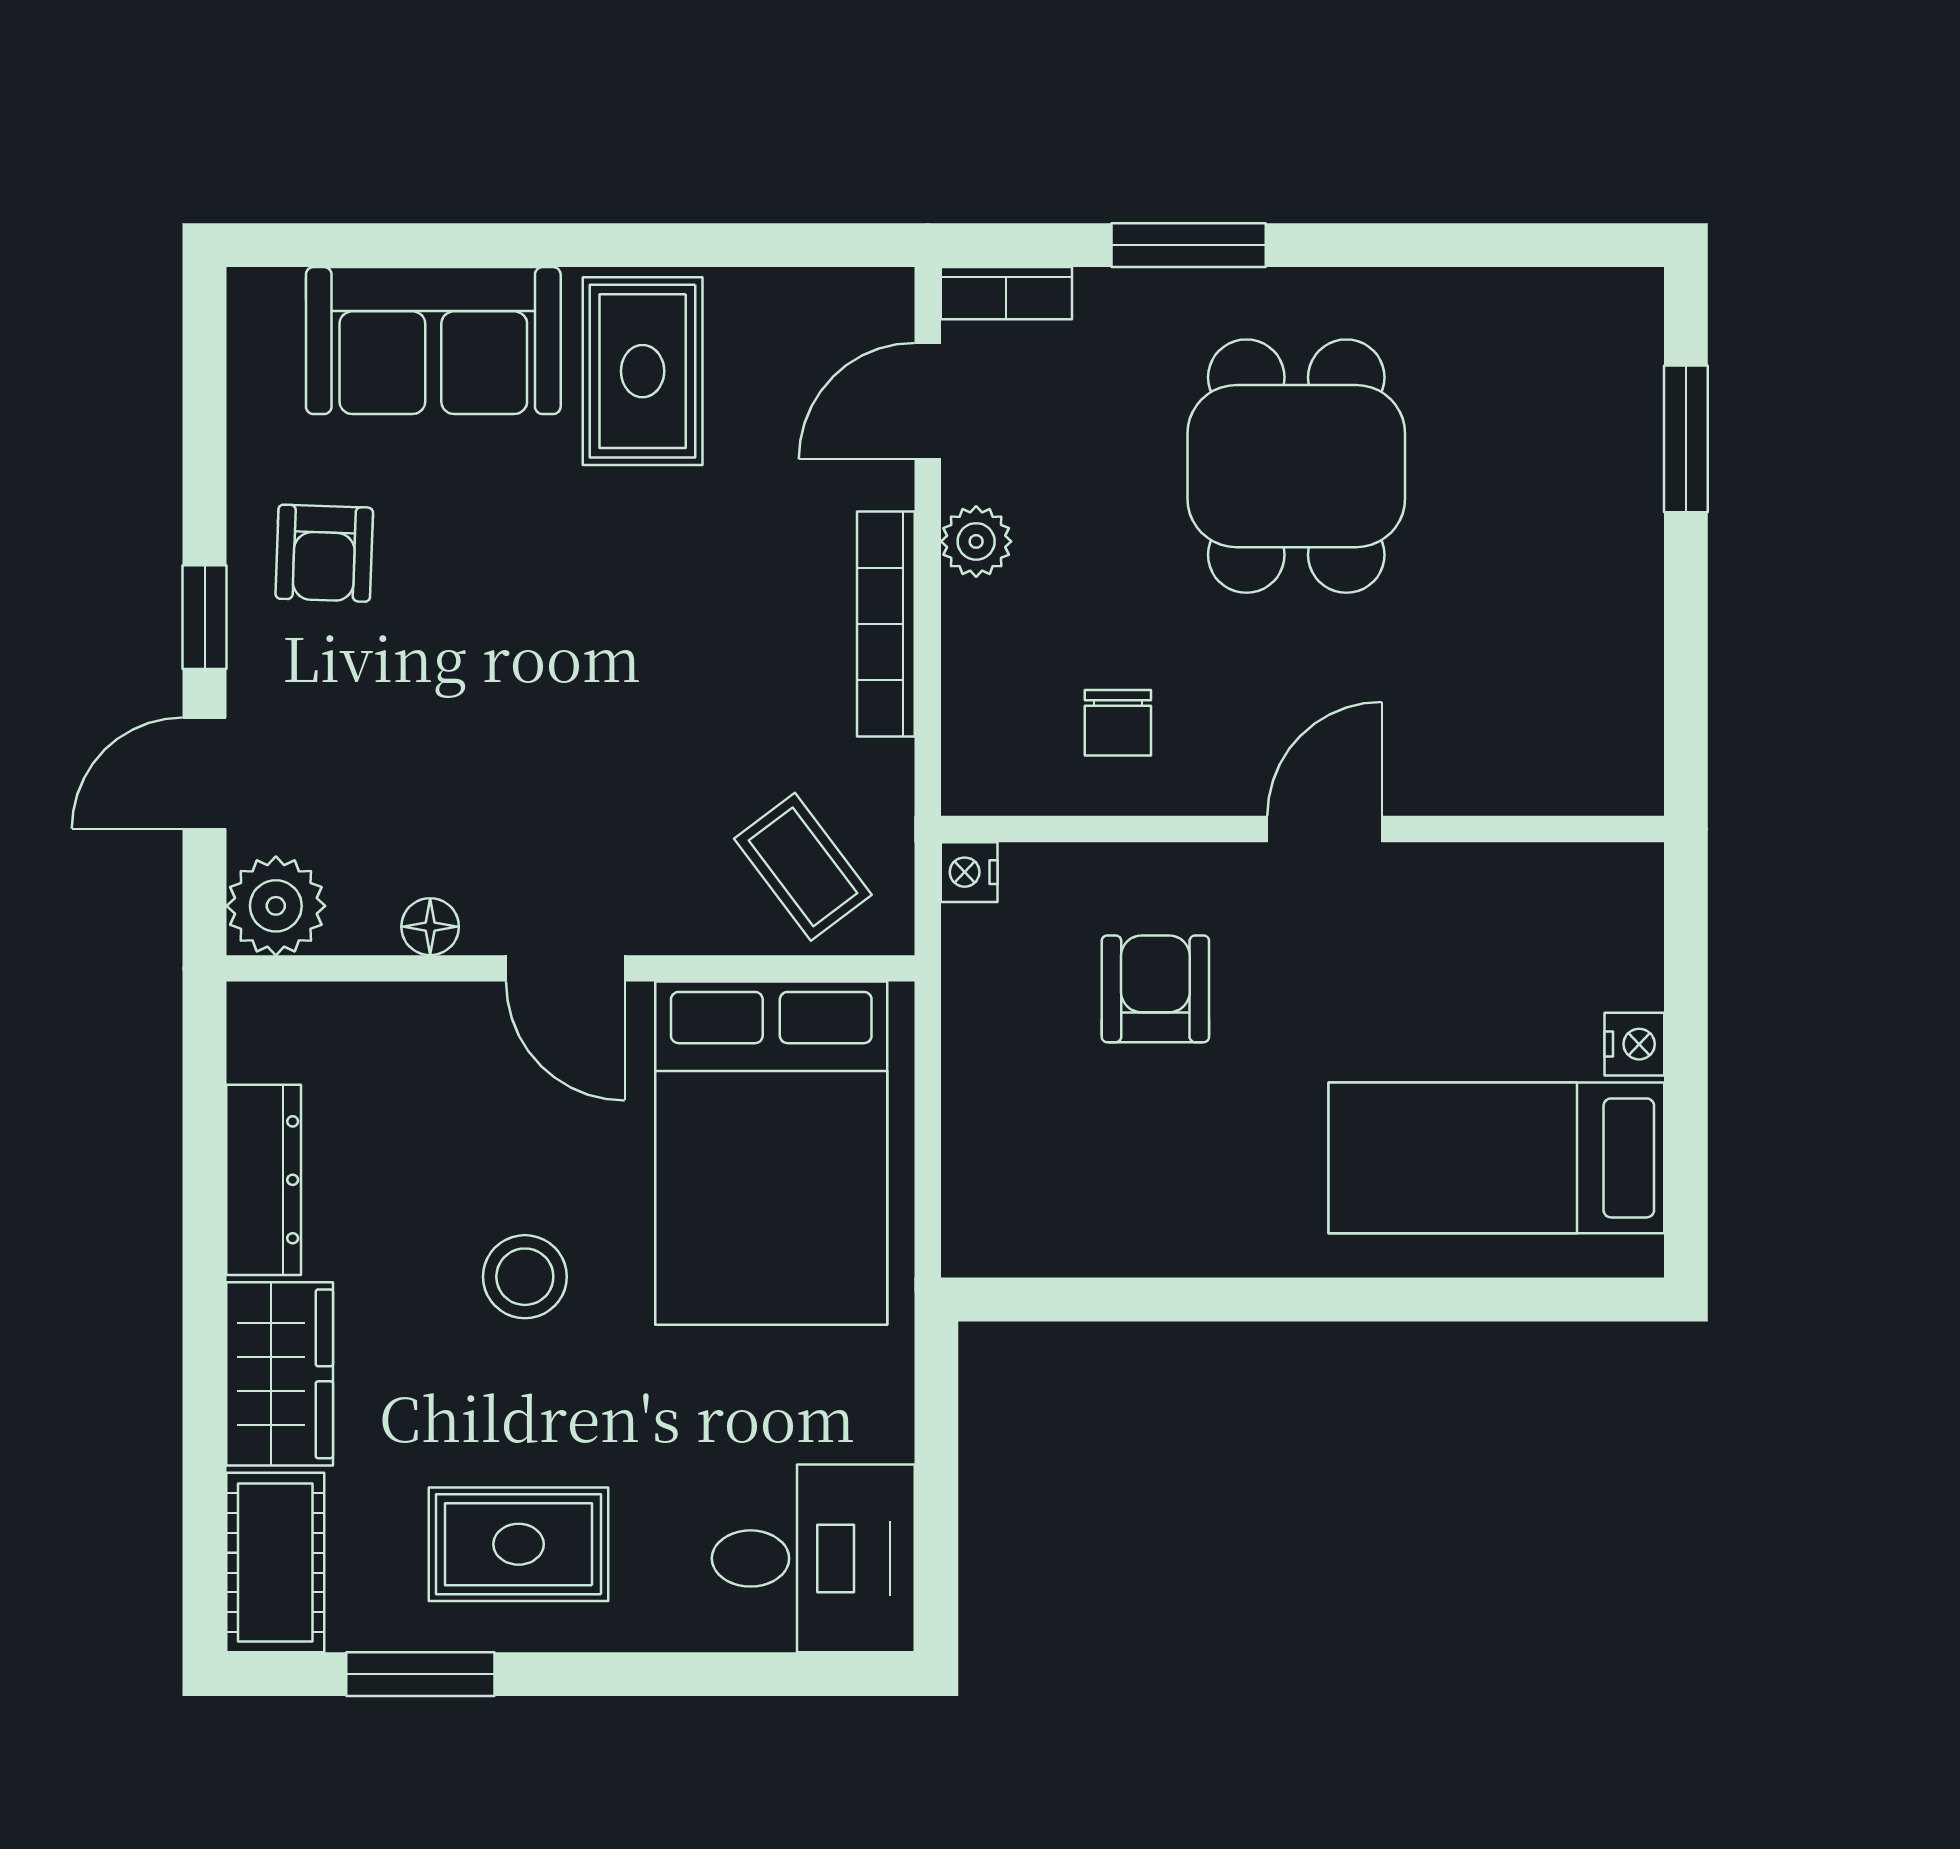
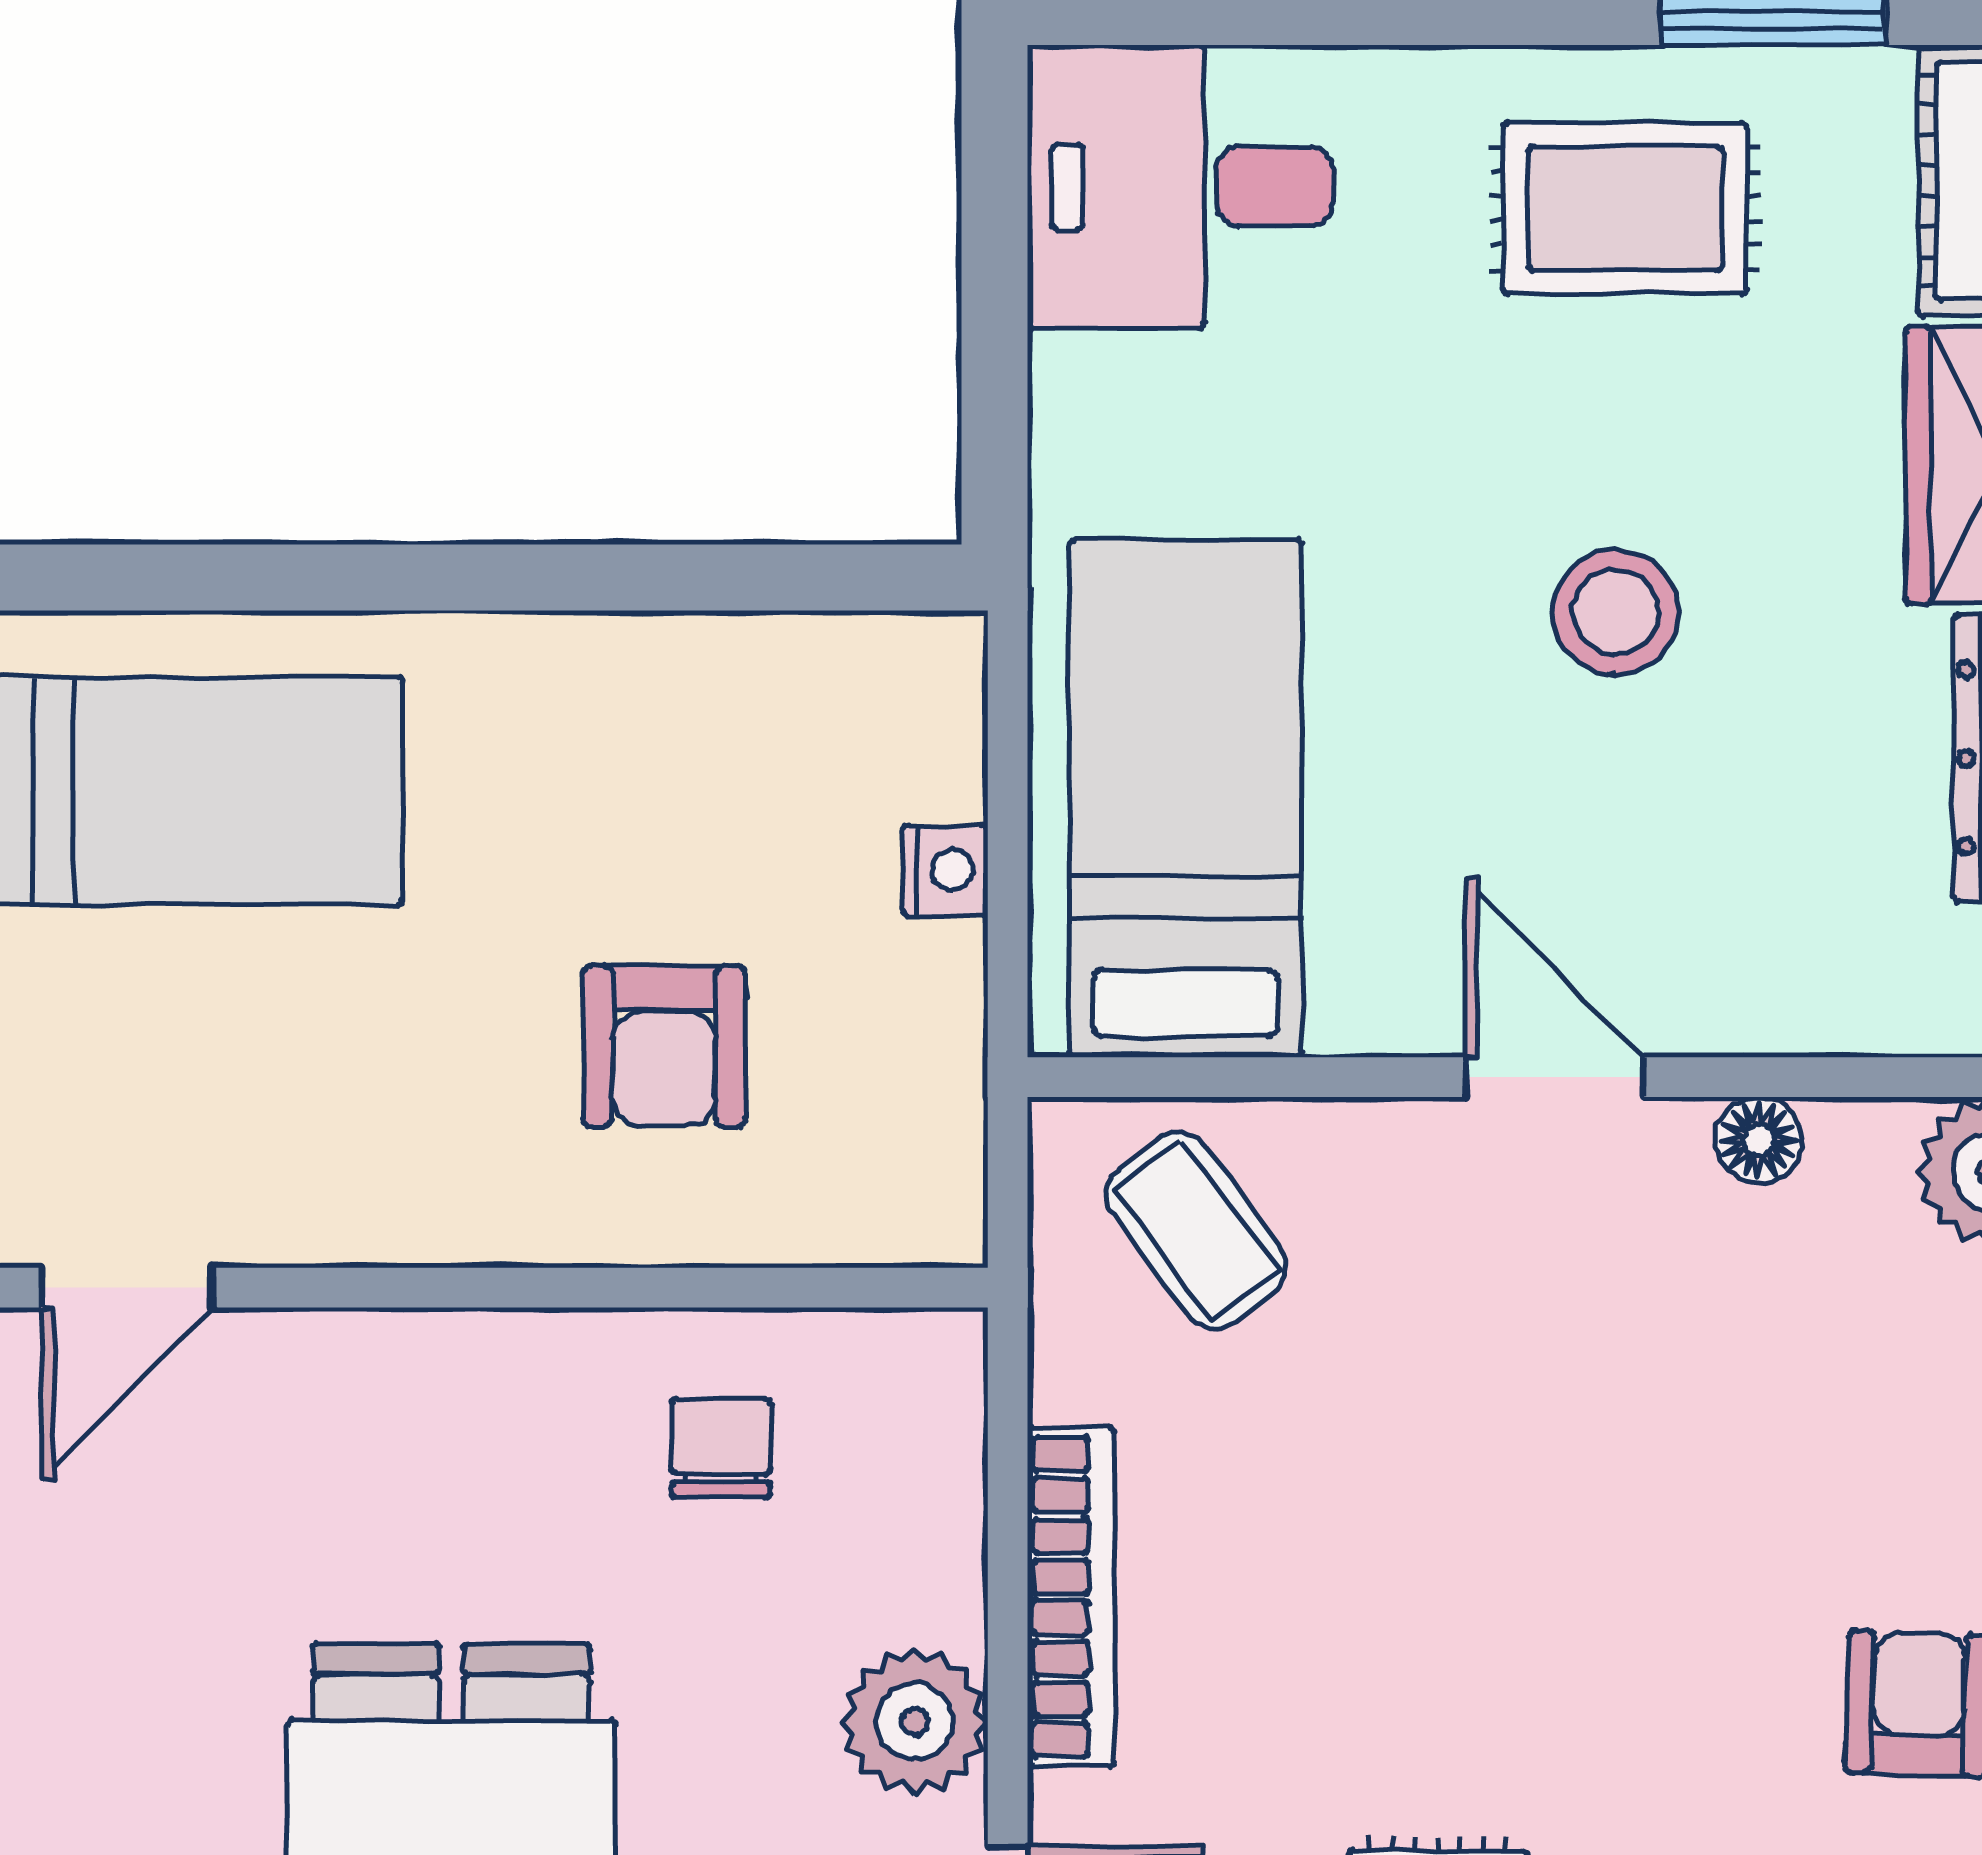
plant: (976, 541) -> (915, 1721), width x1.38, depth x1.38
door: (1324, 829) -> (127, 1288), moved
nightstand: (969, 872) -> (945, 870), moved
bed: (771, 1153) -> (1185, 798), width x0.67

